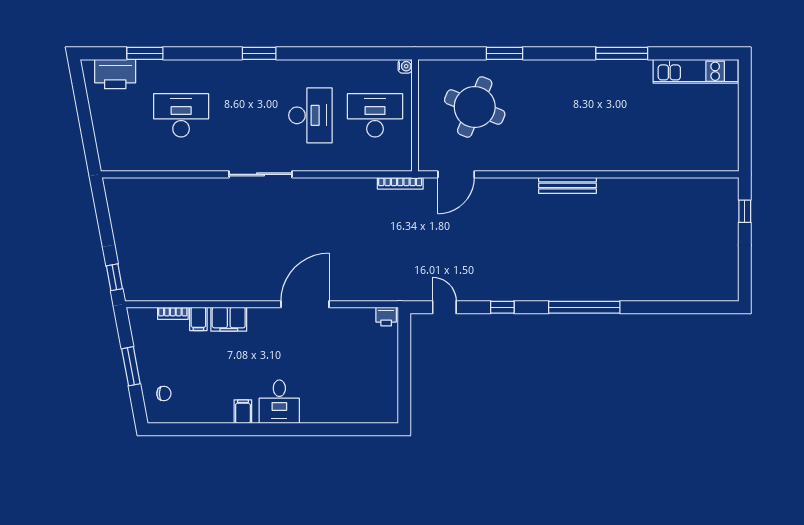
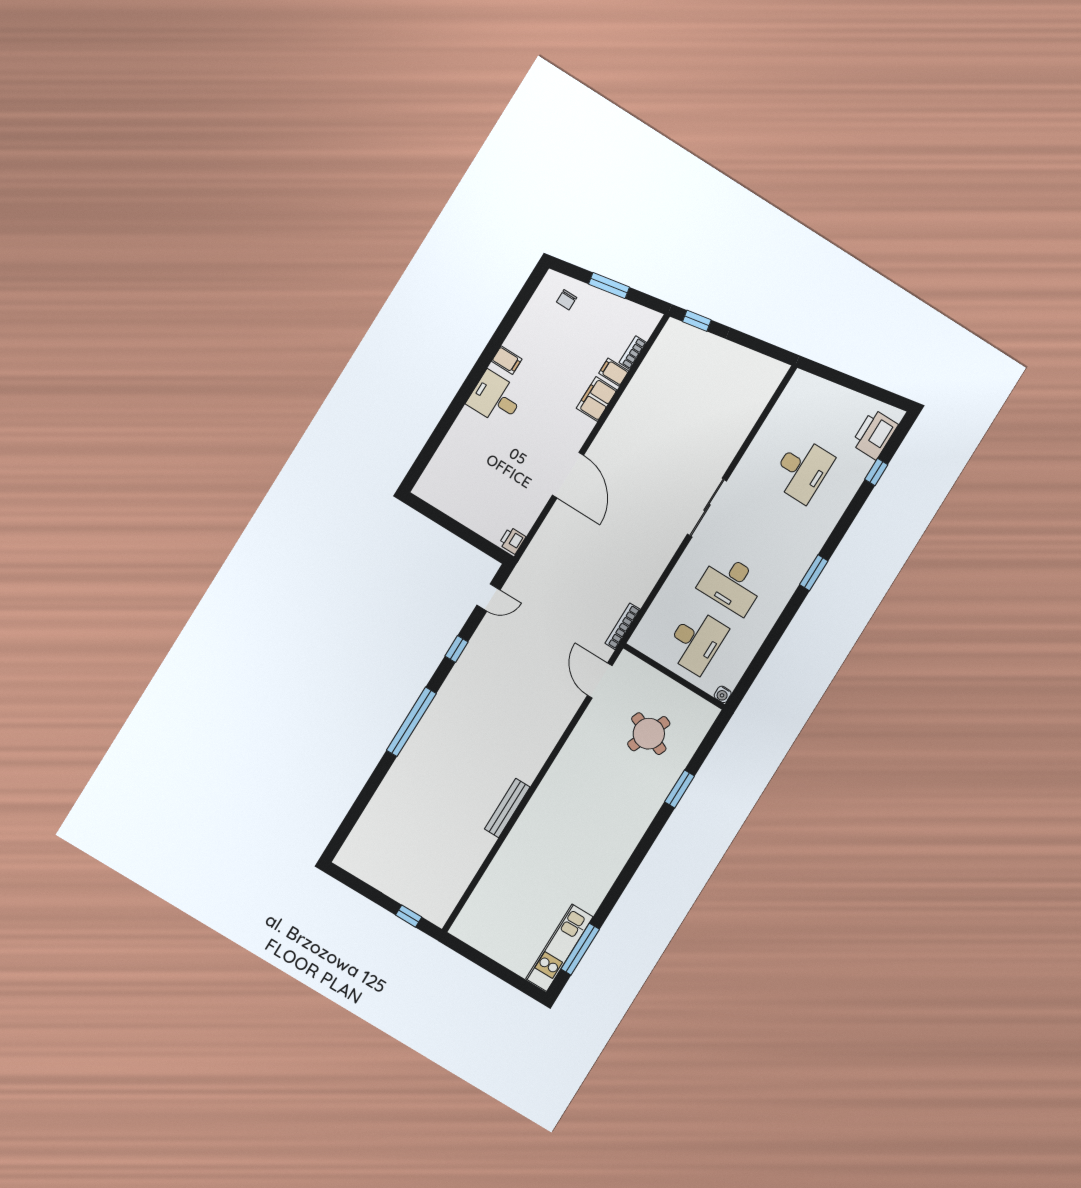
window: (145, 53) -> (876, 472), width x0.67
window: (622, 53) -> (580, 949), moved
round table: (475, 107) -> (649, 734), width x0.73, depth x0.73
bench: (568, 185) -> (507, 808), moved

